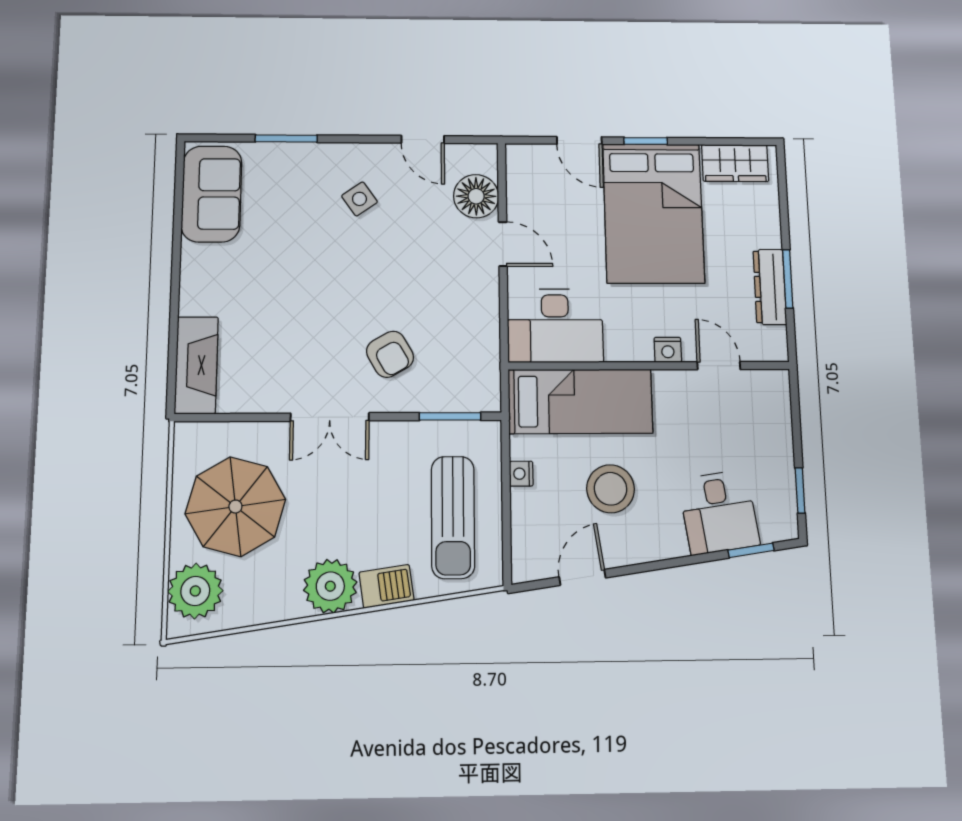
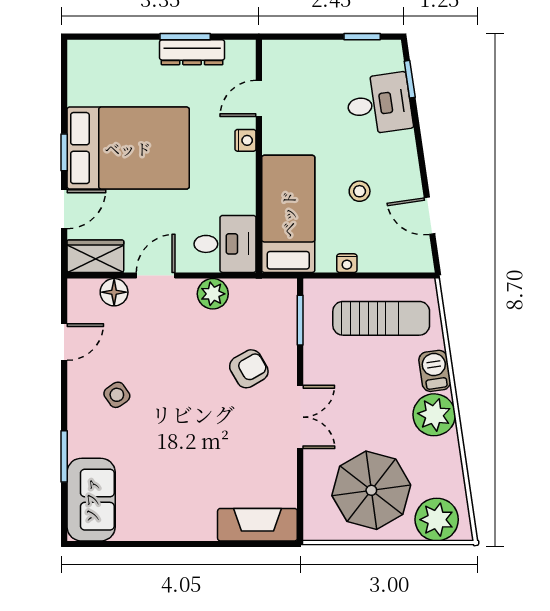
wardrobe: (735, 163) -> (95, 256), moved, turned -90
sofa: (211, 194) -> (91, 500), moved, turned 90
floor lamp: (476, 196) -> (114, 292), width x0.73, depth x0.73
plant: (482, 311) -> (213, 294), added
desk: (555, 326) -> (225, 244), width x0.73
stool: (611, 489) -> (360, 191), width x0.53, depth x0.53

